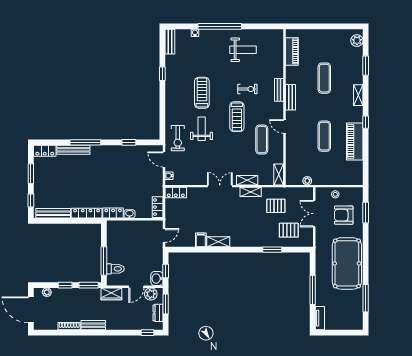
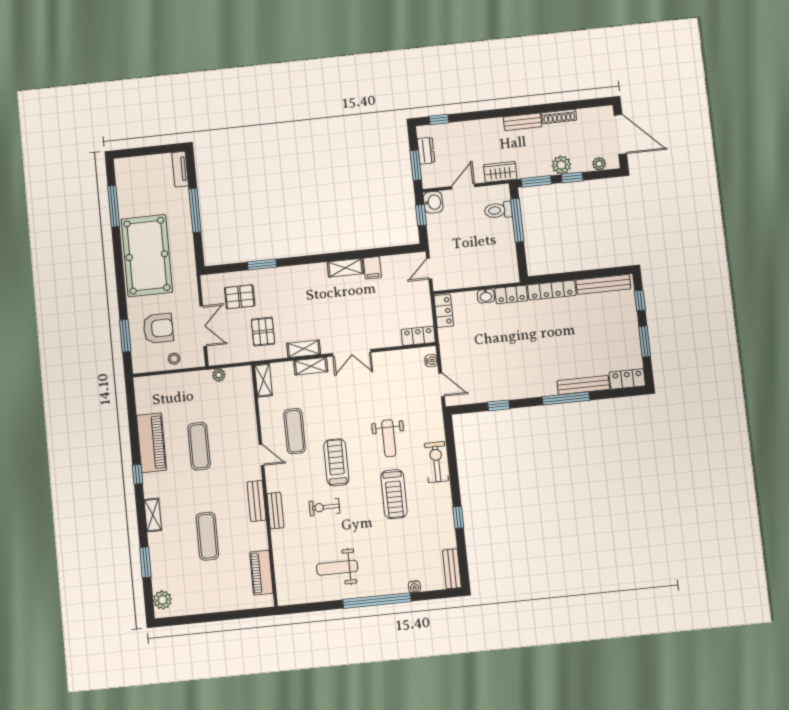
exercise bike: (178, 138) -> (436, 462), moved
pallet: (276, 206) -> (263, 332), turned 90
plant: (151, 294) -> (561, 165), moved

